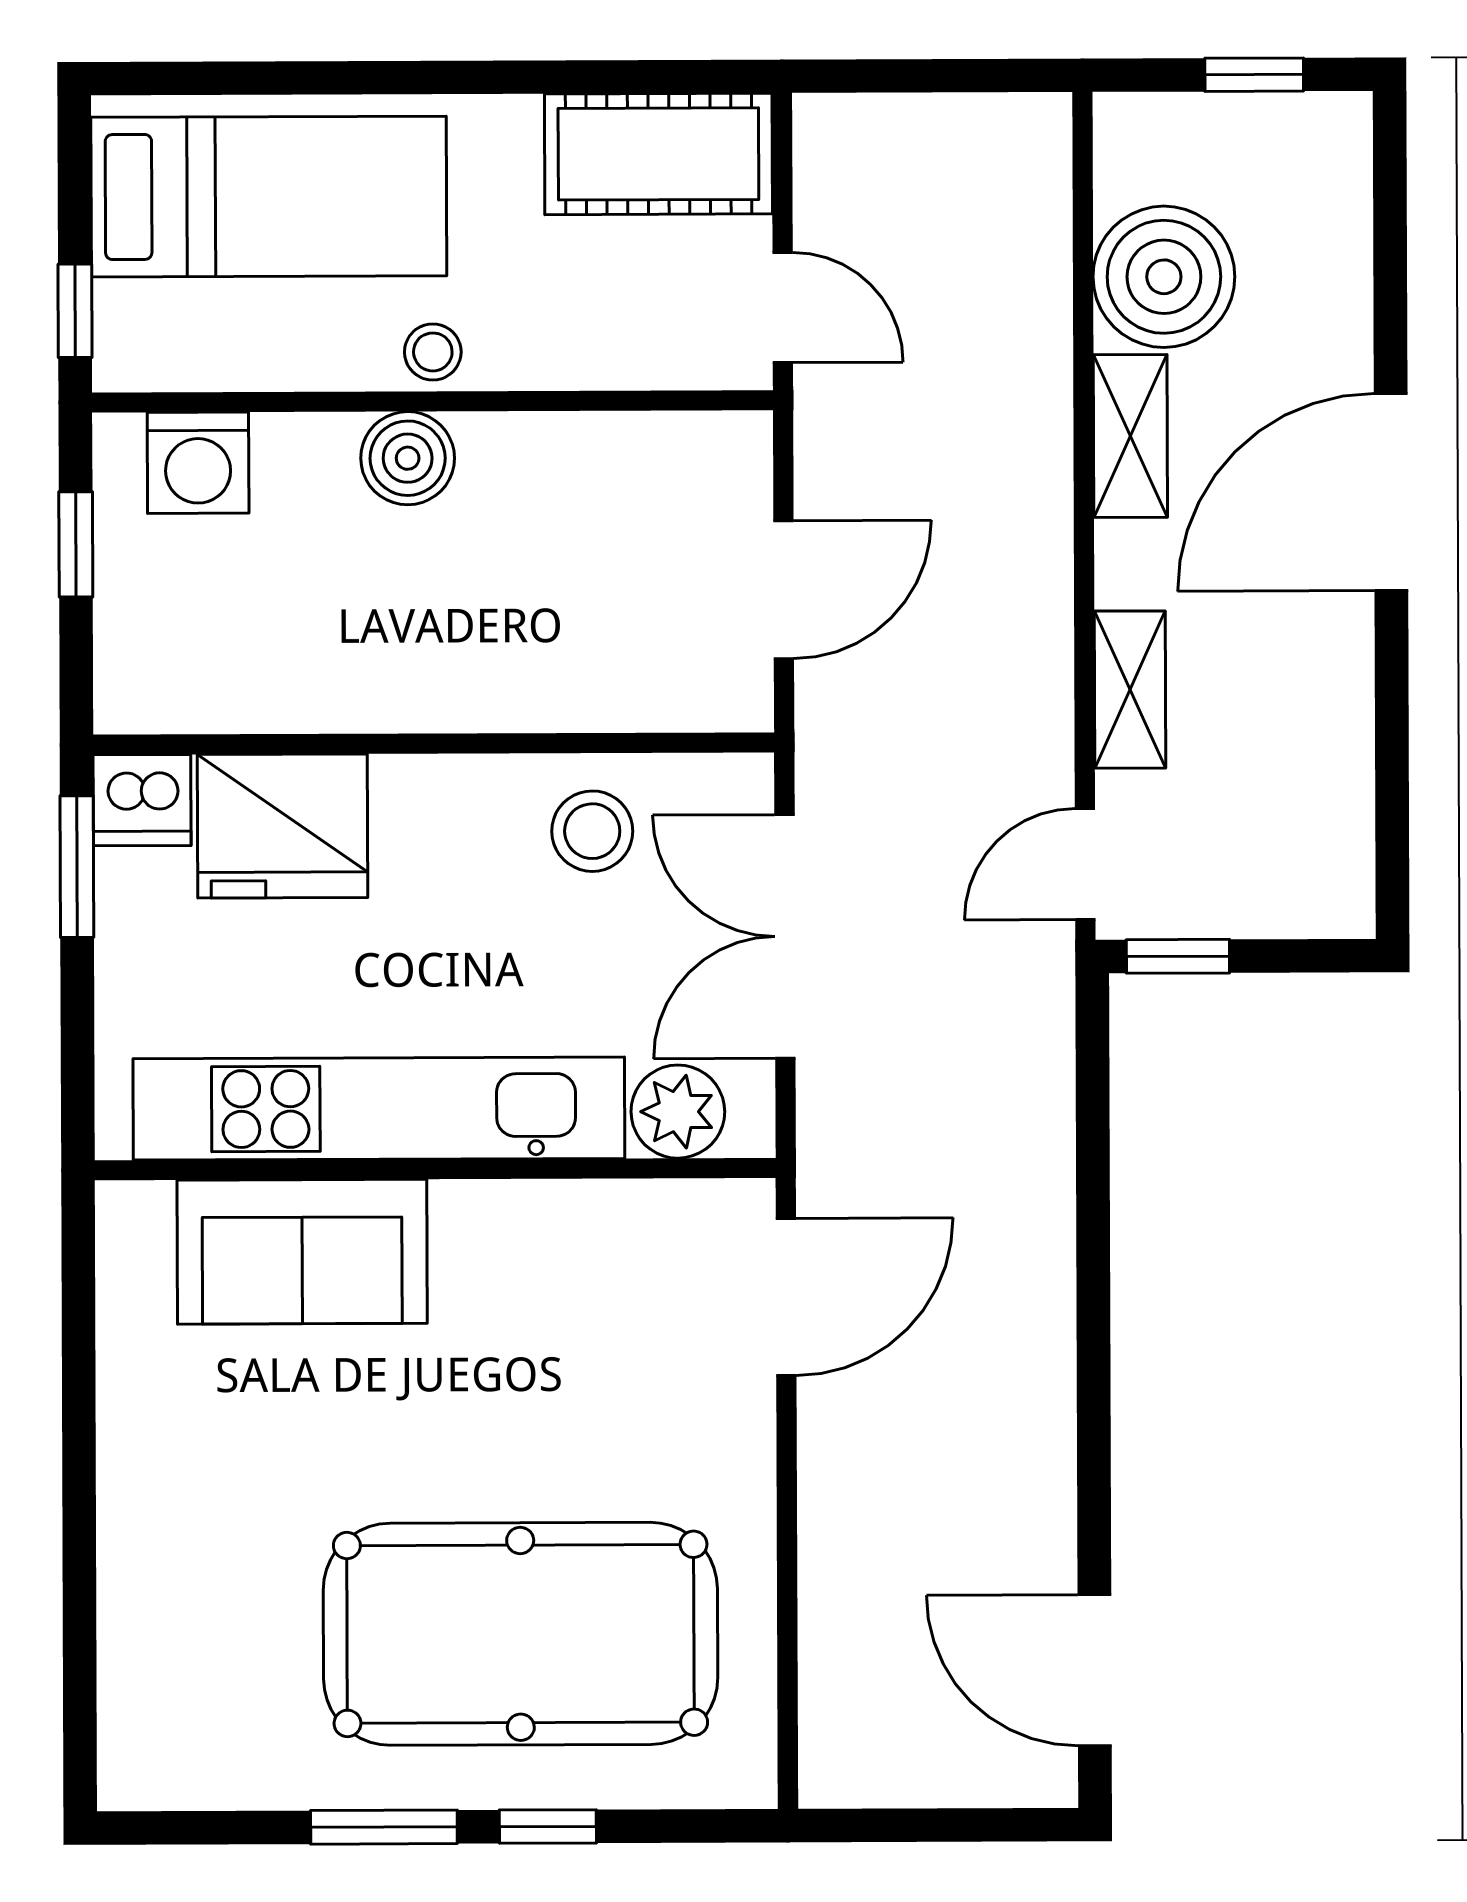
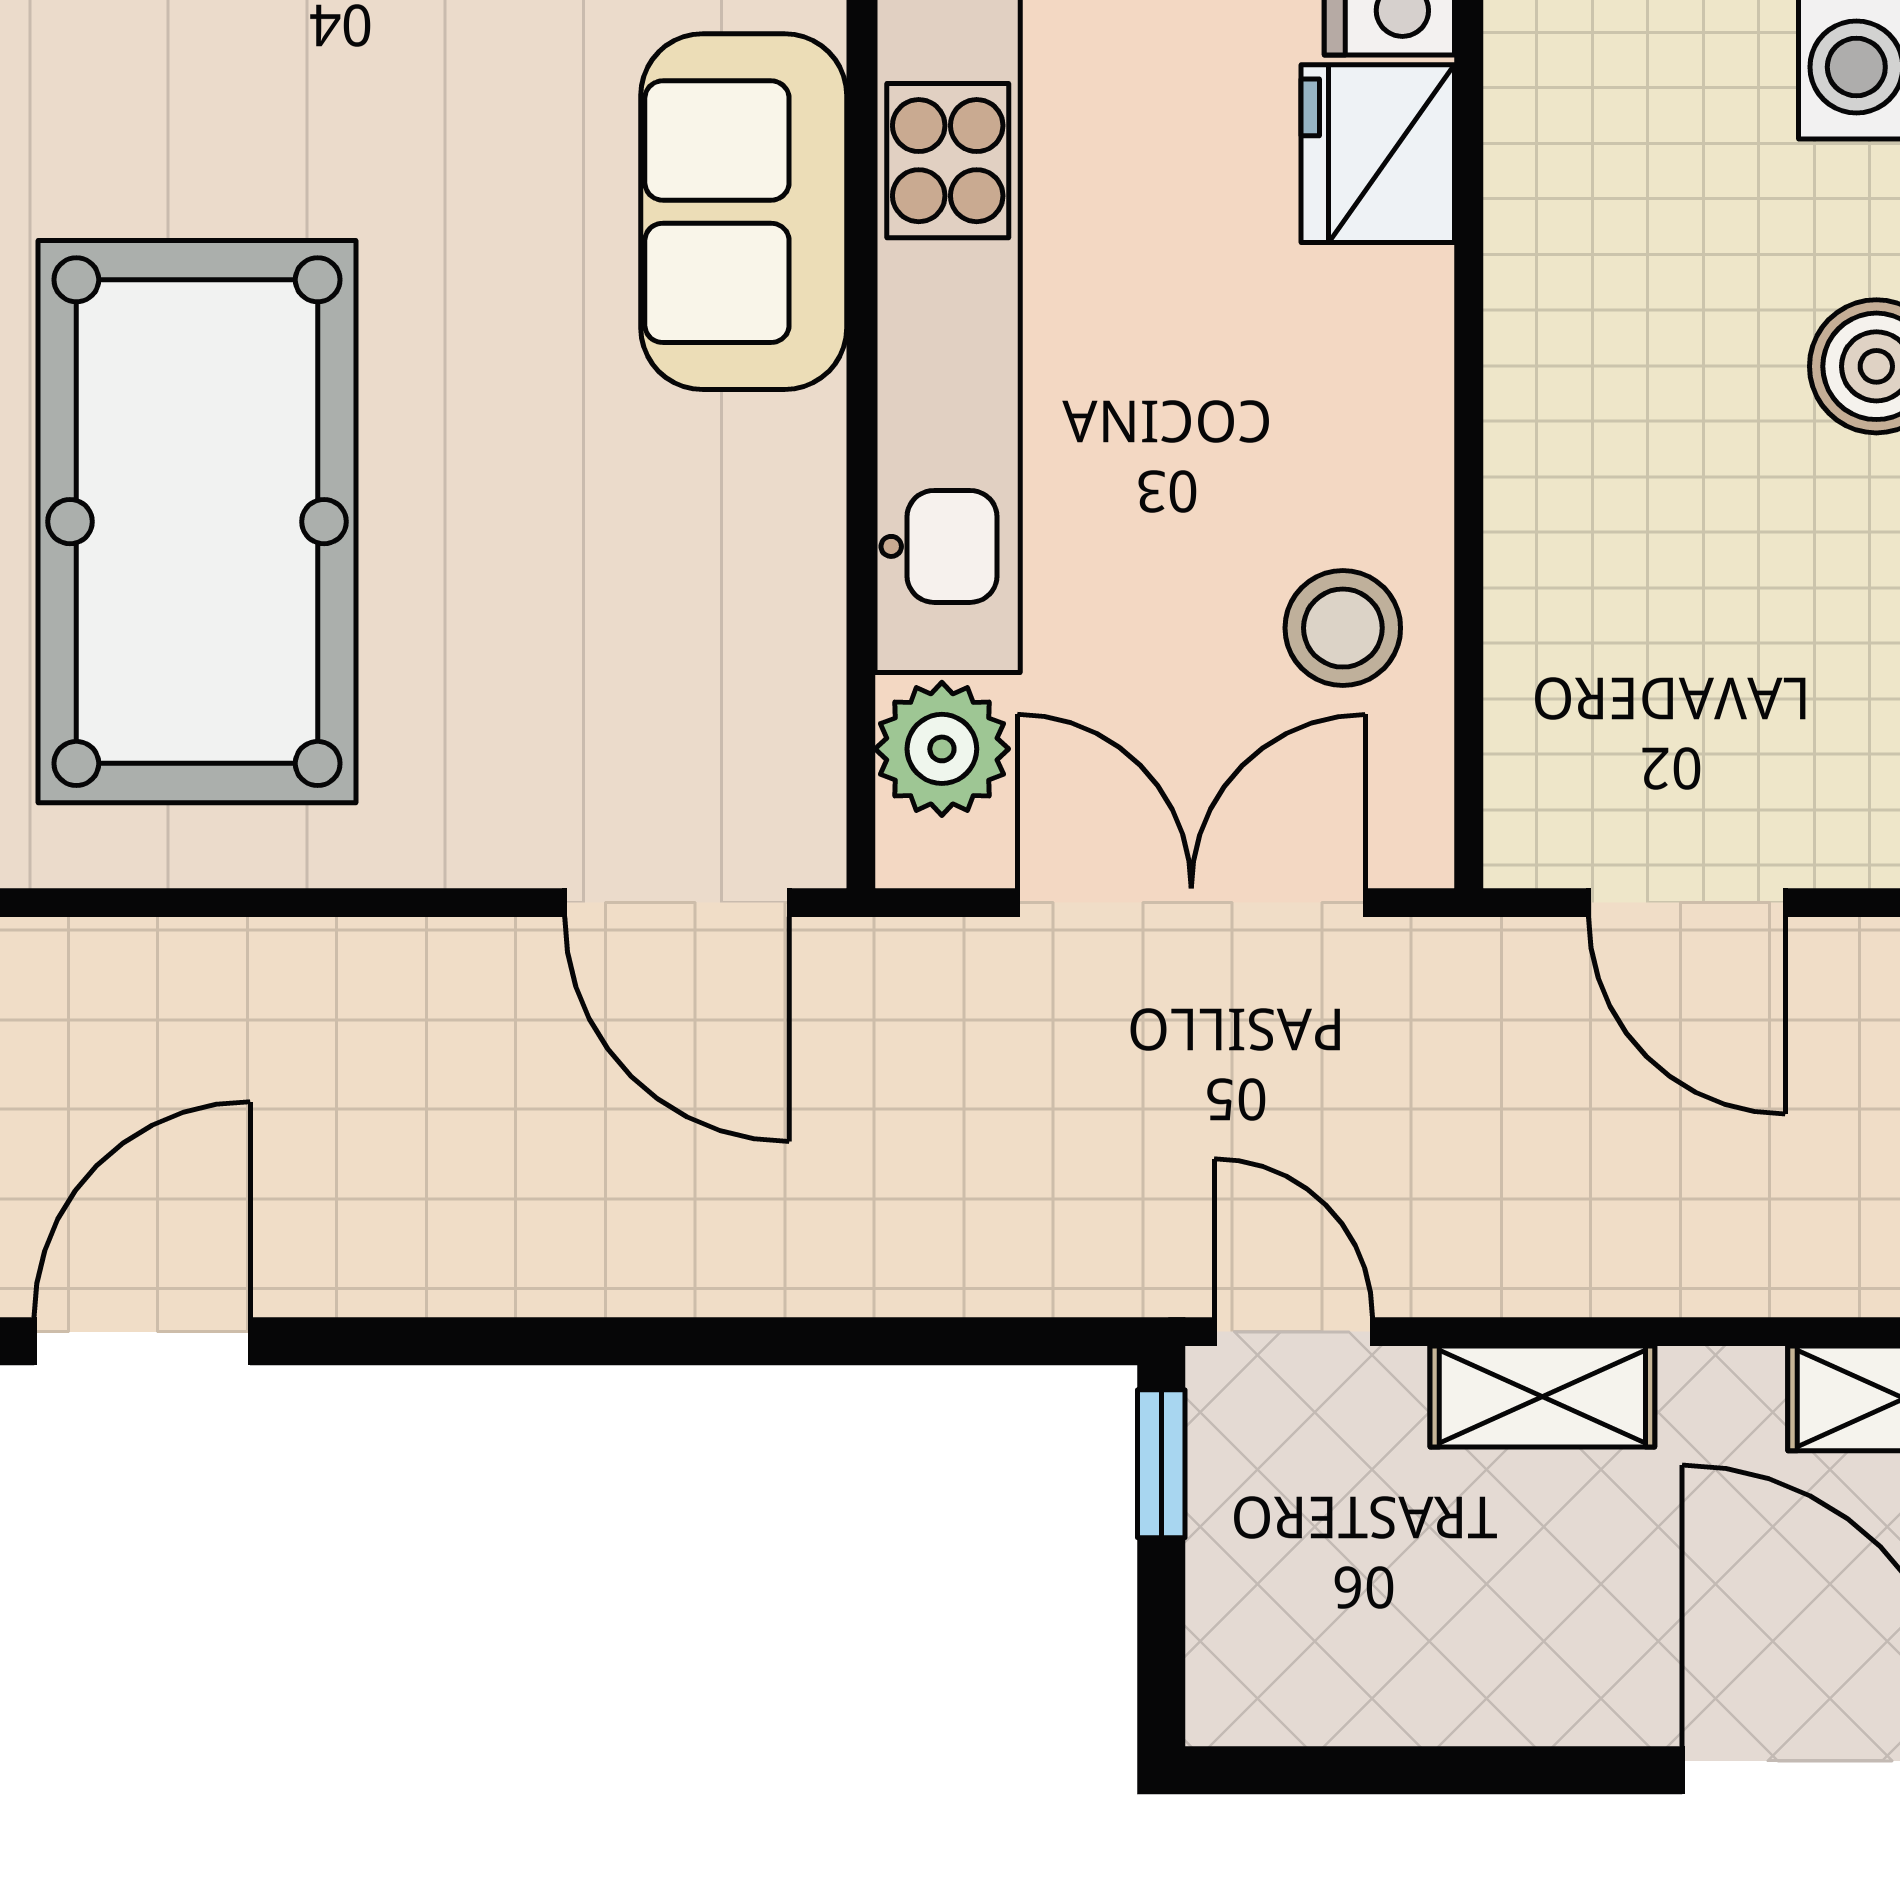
fridge: (282, 826) -> (1378, 154), width x0.73, depth x0.75

